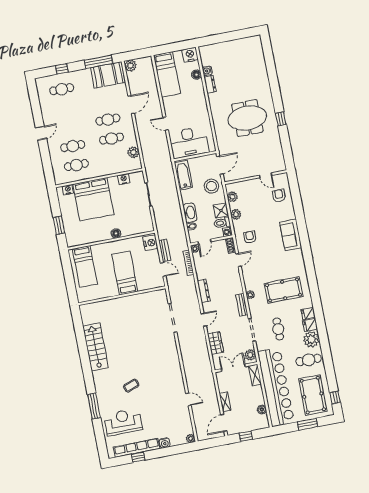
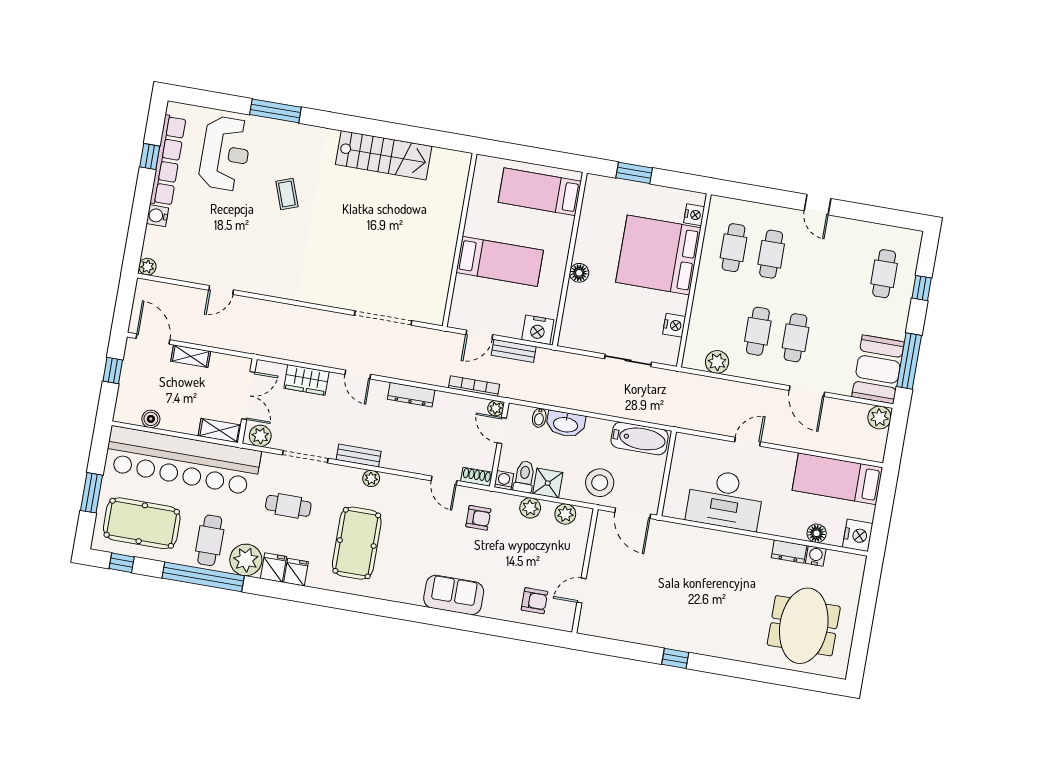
meeting table: (247, 118) -> (804, 626), moved
desk: (189, 142) -> (725, 500), moved, turned -90
window: (327, 356) -> (203, 577), added

